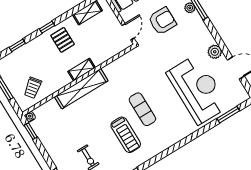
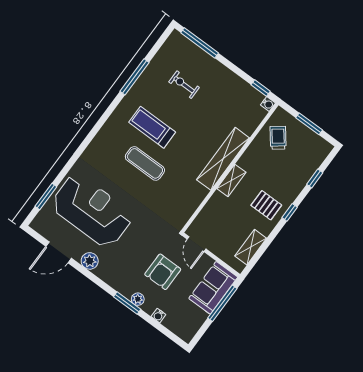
reception desk: (198, 90) -> (92, 211), turned 180

